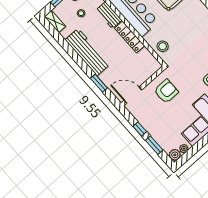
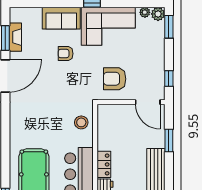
locker: (130, 37) -> (104, 164), width x0.66
window: (140, 129) -> (169, 79), moved
window: (154, 145) -> (169, 27), moved

